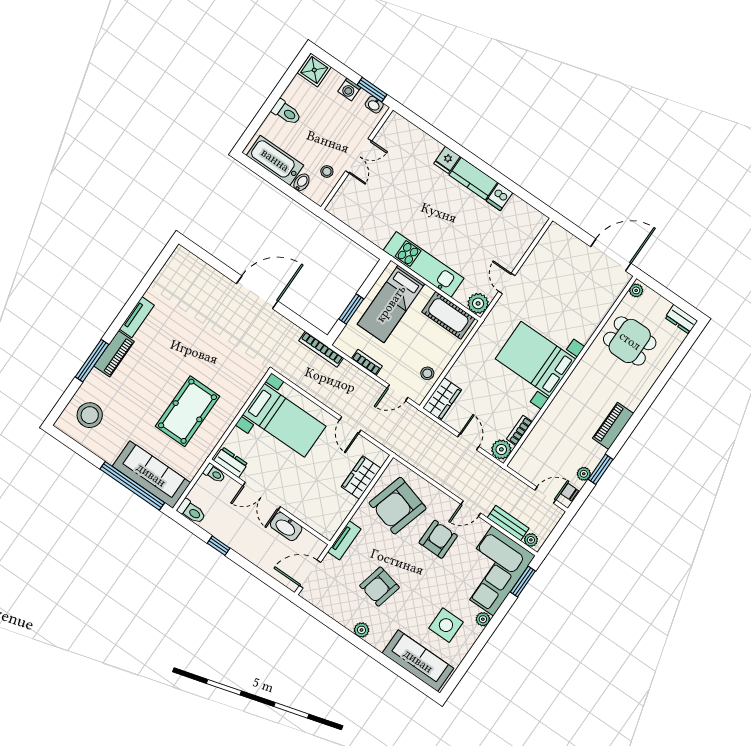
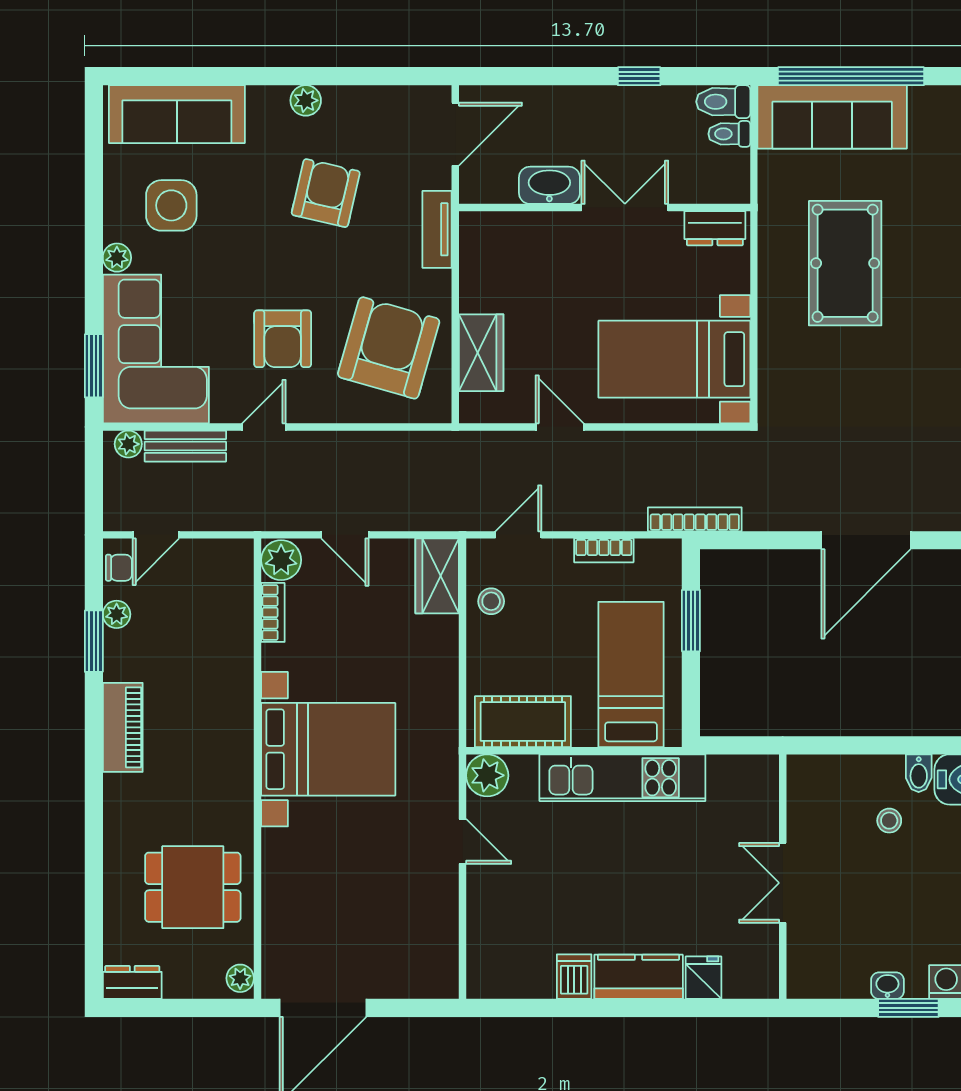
double door: (359, 156) -> (783, 883), moved
wall: (357, 158) -> (783, 877), moved
toilet: (214, 473) -> (729, 134), moved

